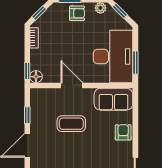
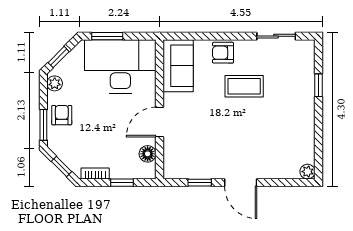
window: (135, 63) -> (107, 36), moved
window: (27, 71) -> (122, 183), moved
floor lamp: (36, 77) -> (148, 154), moved
coffee table: (71, 124) -> (244, 86), moved, turned 90

